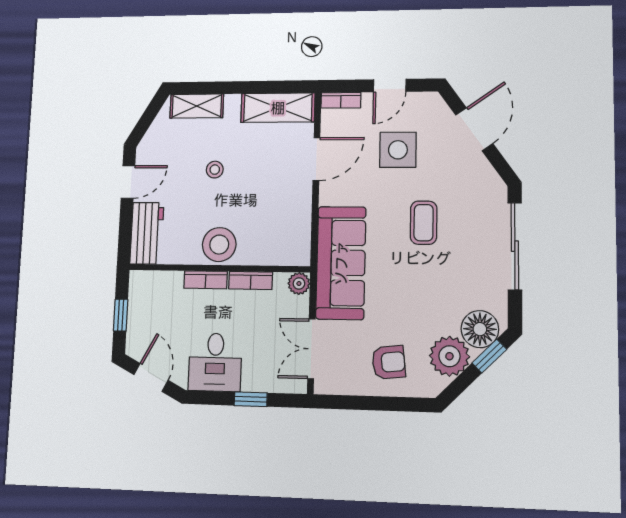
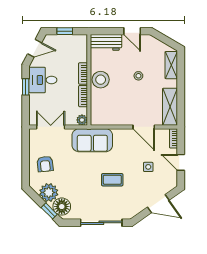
side table: (398, 150) -> (148, 167), width x0.54, depth x0.54
sofa: (341, 263) -> (92, 140), width x0.73
window: (251, 399) -> (26, 87), moved

